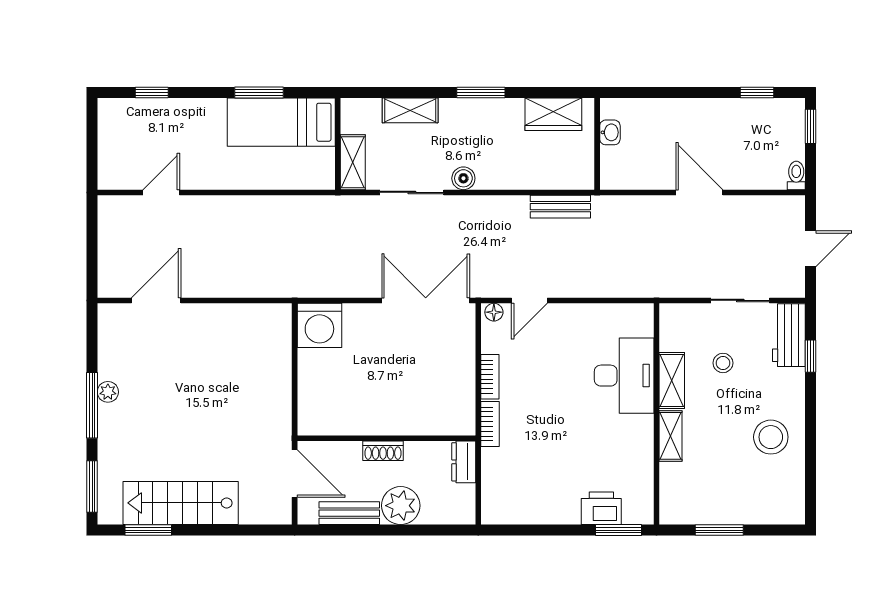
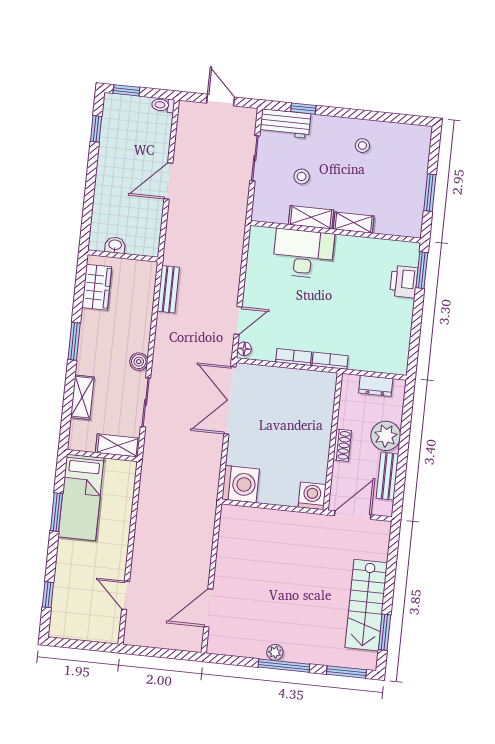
door: (156, 300) -> (208, 608), hinge flipped
door: (529, 300) -> (238, 321), hinge flipped
washing machine: (314, 419) -> (312, 496), added
stool: (771, 437) -> (362, 146), width x0.53, depth x0.53
dresser: (464, 462) -> (376, 386), moved

